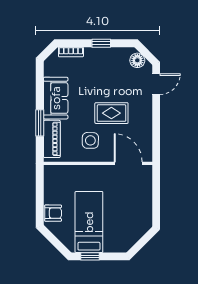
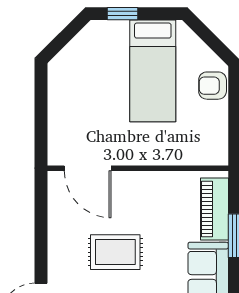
side table: (90, 140) -> (150, 206), removed
window: (90, 256) -> (123, 14), moved

